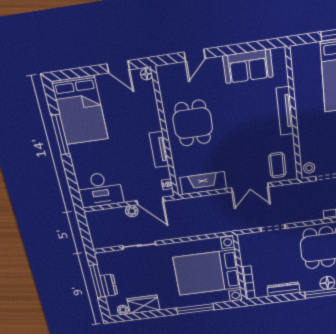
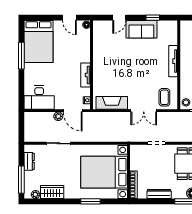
window: (246, 48) -> (153, 18), added
sofa: (248, 66) -> (141, 29), moved
dining table: (193, 123) -> (111, 60), removed
window: (97, 281) -> (21, 180), moved
dresser: (109, 285) -> (29, 161), moved
window: (195, 309) -> (90, 201), width x0.69

